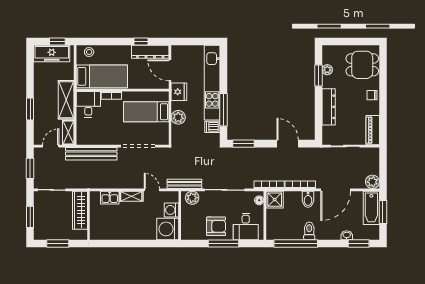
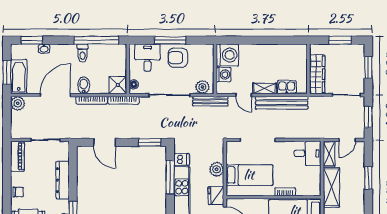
desk: (88, 104) -> (308, 153), moved, turned -90
bench: (91, 154) -> (282, 103), moved

